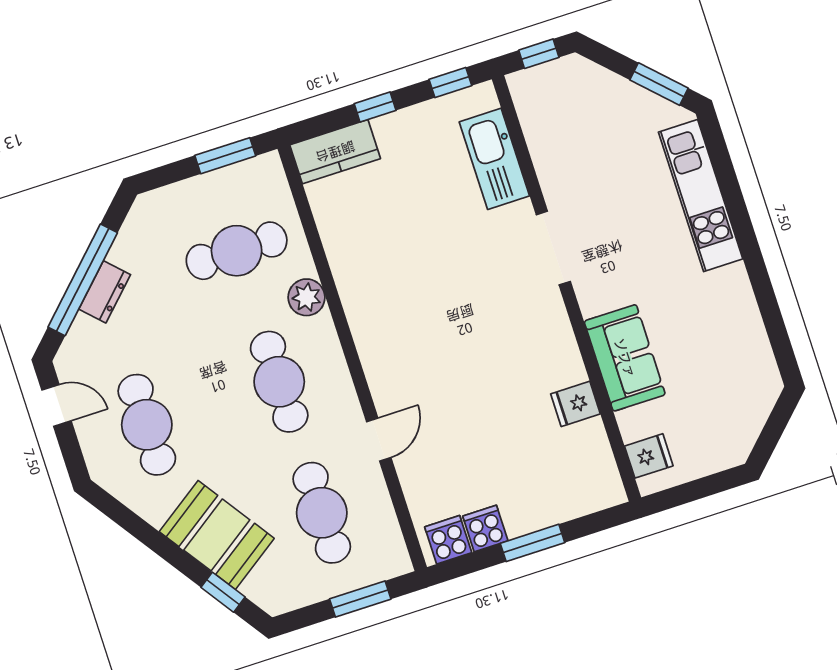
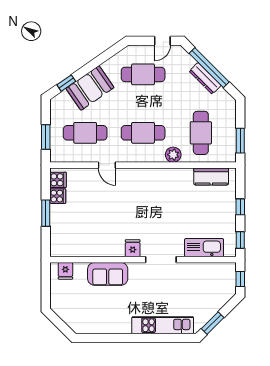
kitchen counter: (335, 152) -> (211, 176), moved, turned -90
dresser: (105, 292) -> (205, 78), width x1.44
fridge: (576, 404) -> (133, 248), moved

